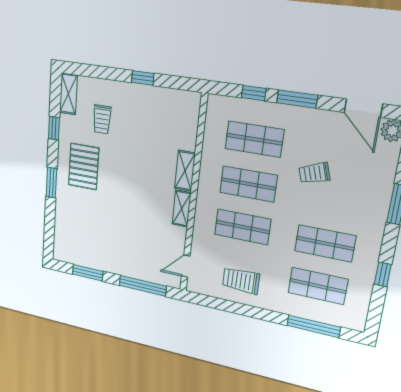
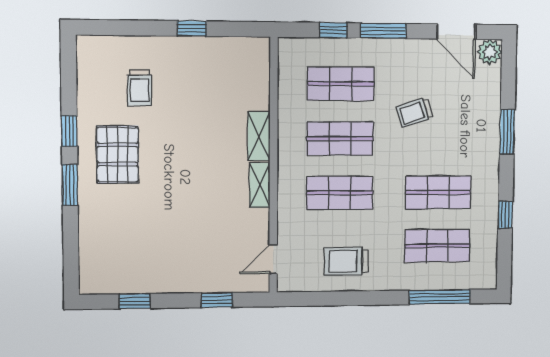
shelving: (68, 94) -> (88, 61), removed
window: (54, 128) -> (69, 131), moved
window: (88, 273) -> (135, 301), width x0.67
window: (143, 286) -> (217, 300), width x0.46

